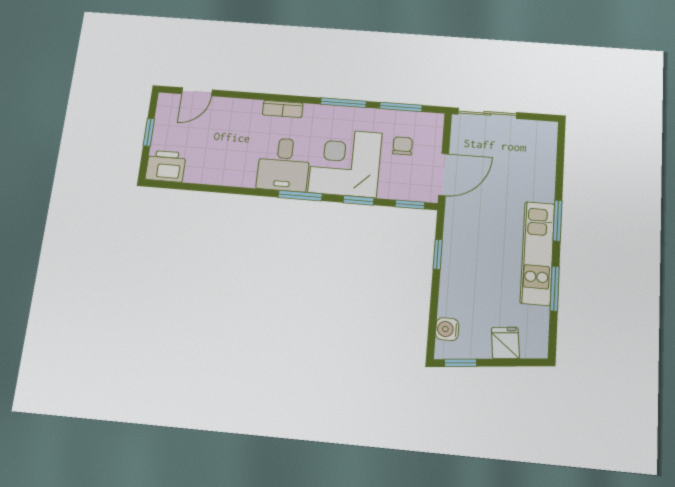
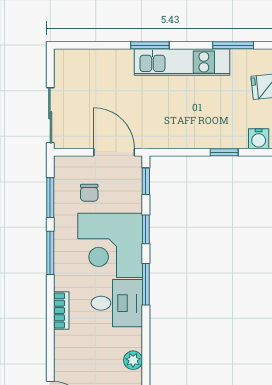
chair: (403, 146) -> (89, 193), turned -90
plant: (222, 176) -> (133, 360), added
window: (438, 254) -> (224, 152), moved
window: (555, 289) -> (233, 45), moved

